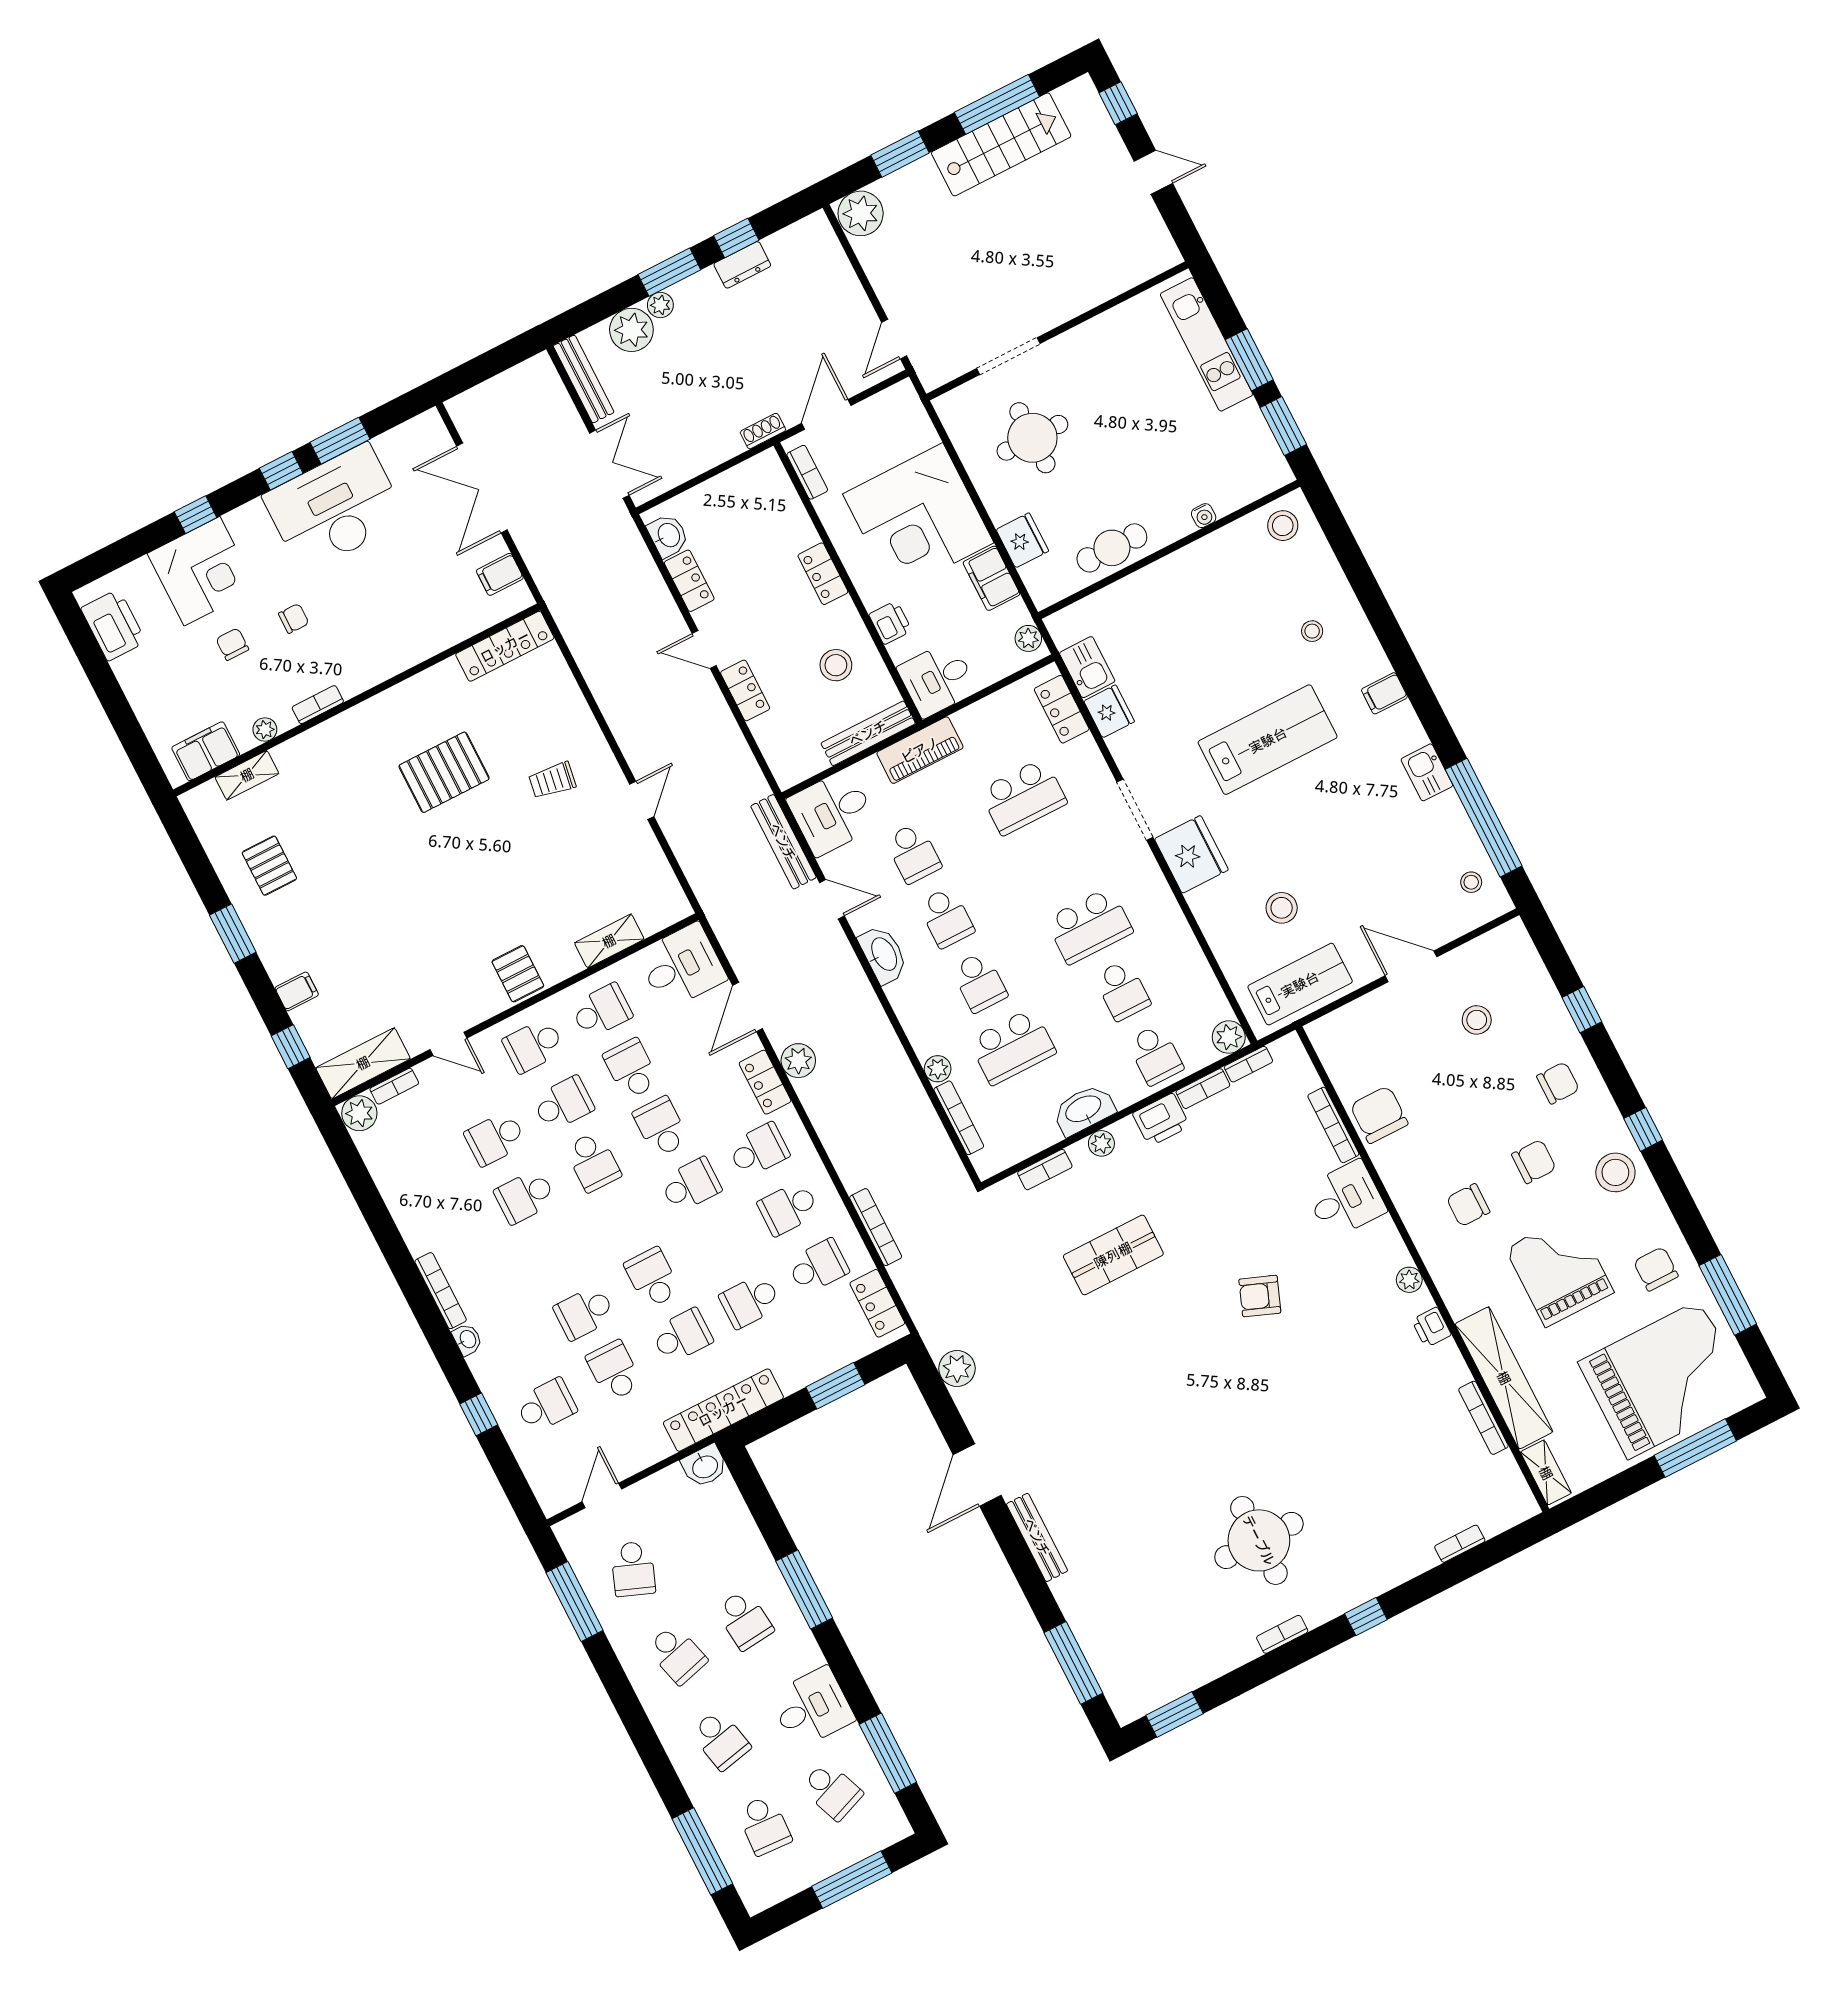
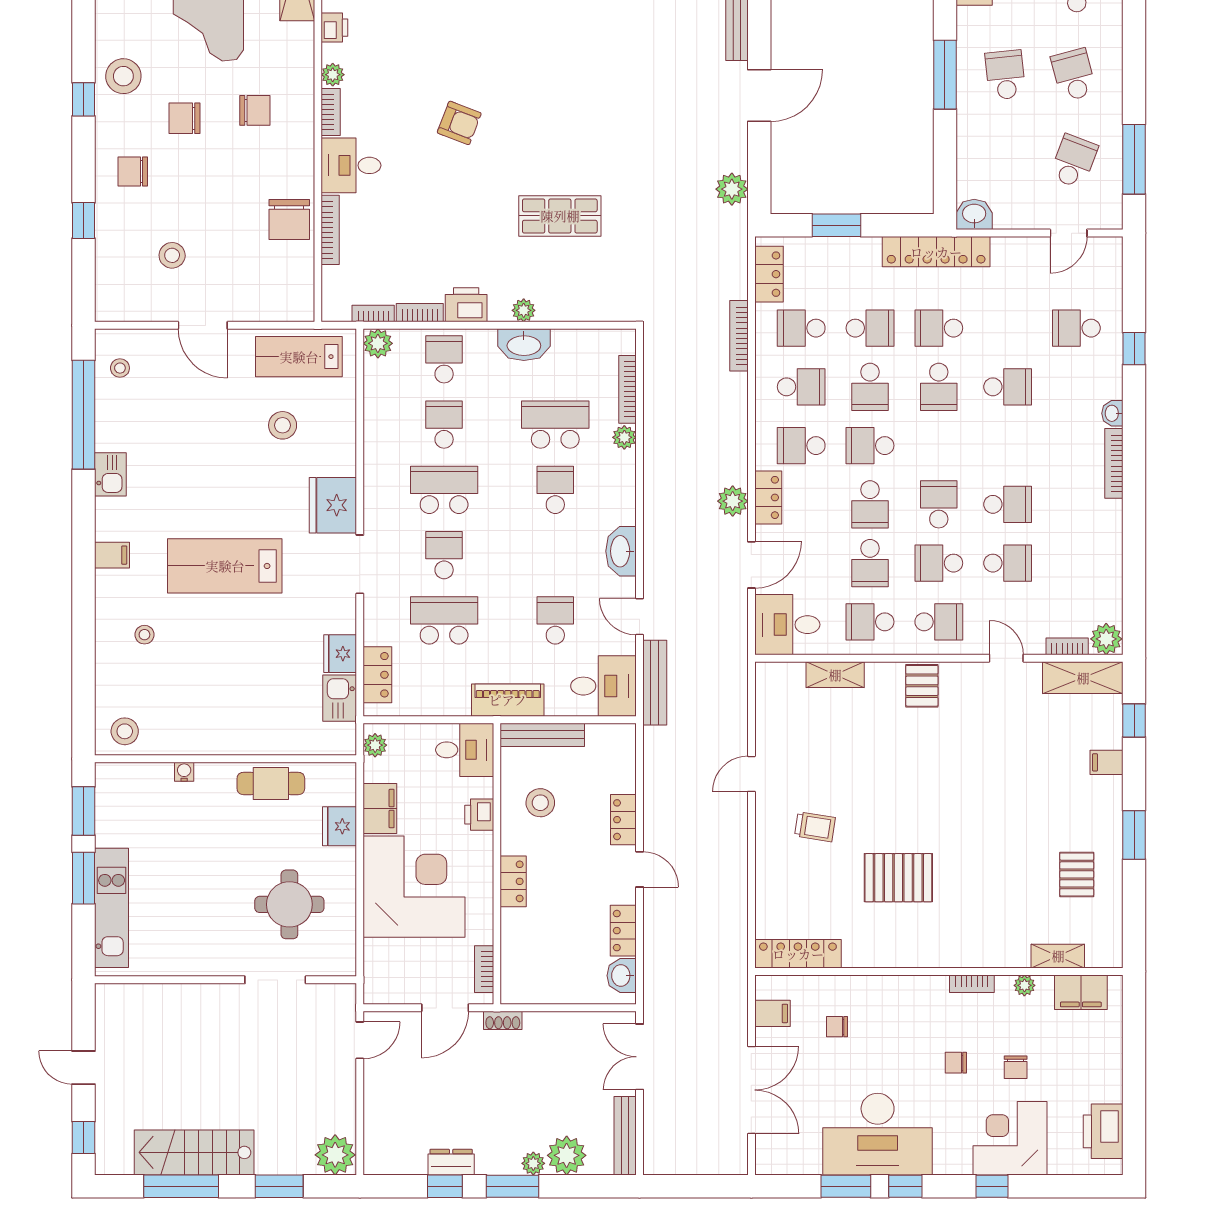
chair: (429, 594) -> (837, 1027), added
school desk: (946, 917) -> (444, 555), moved
bookcase: (1045, 1170) -> (331, 112), moved, turned 90
school desk: (614, 1371) -> (870, 387), moved

